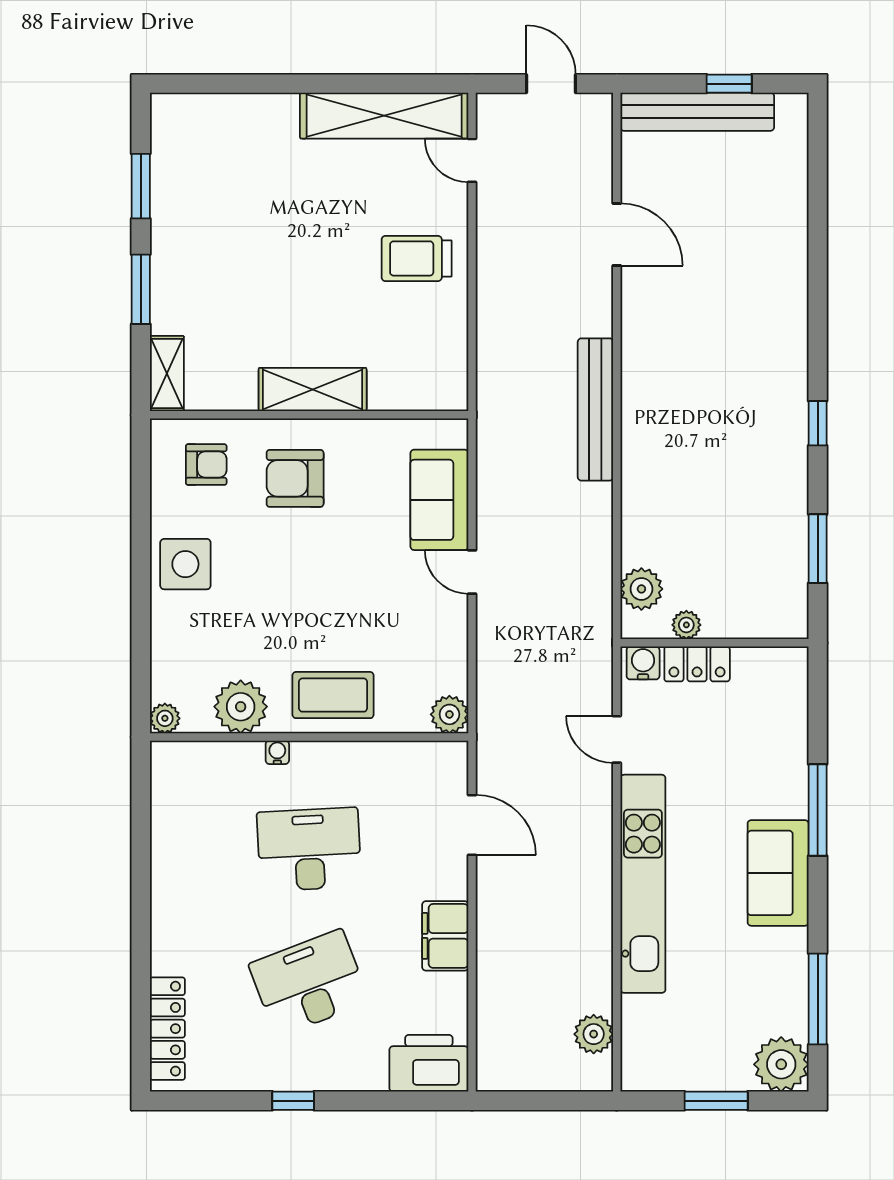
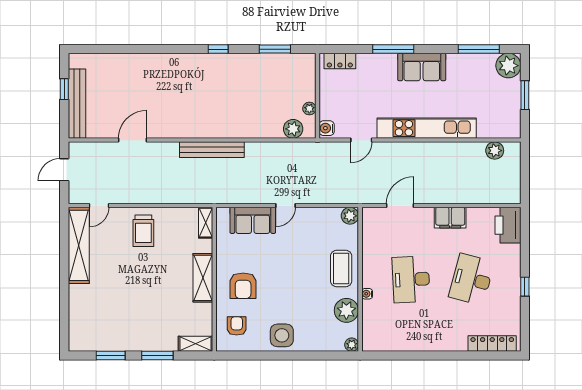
shelving: (434, 396) -> (206, 223), added
locker: (697, 664) -> (340, 61), moved, turned 90
desk: (309, 983) -> (472, 279), turned 36

